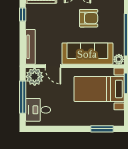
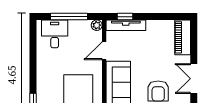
window: (23, 15) -> (125, 17), moved
plant: (35, 77) -> (97, 25), width x0.53, depth x0.53

